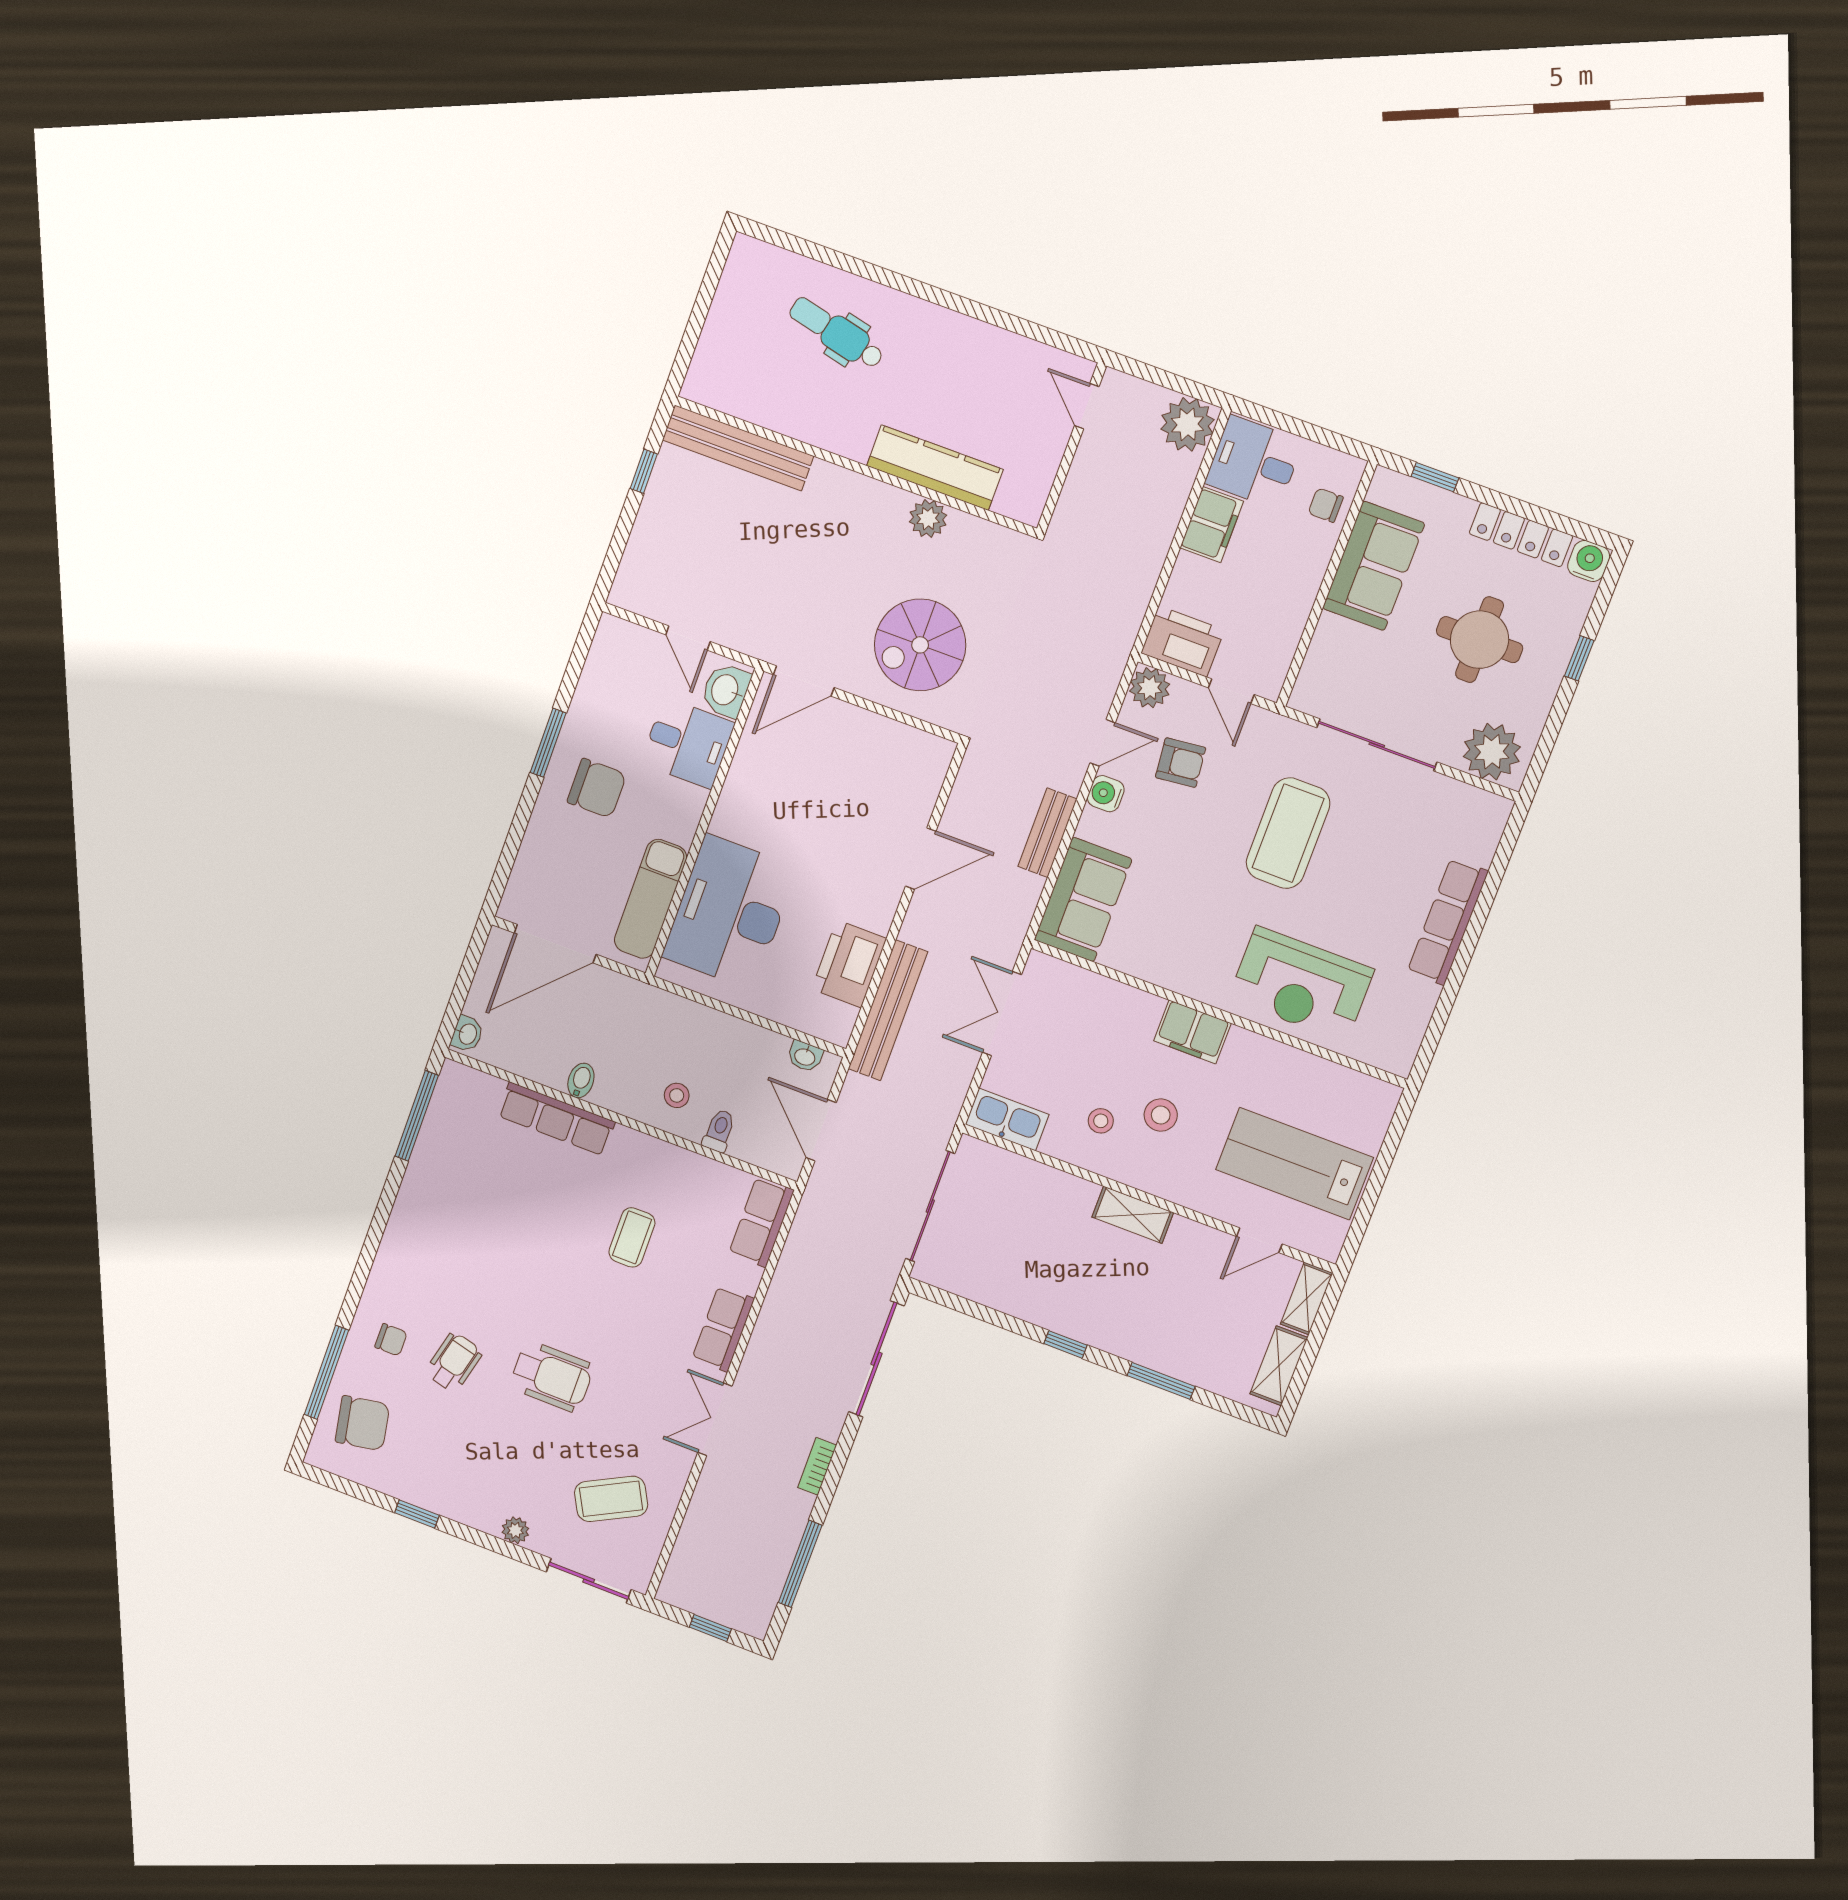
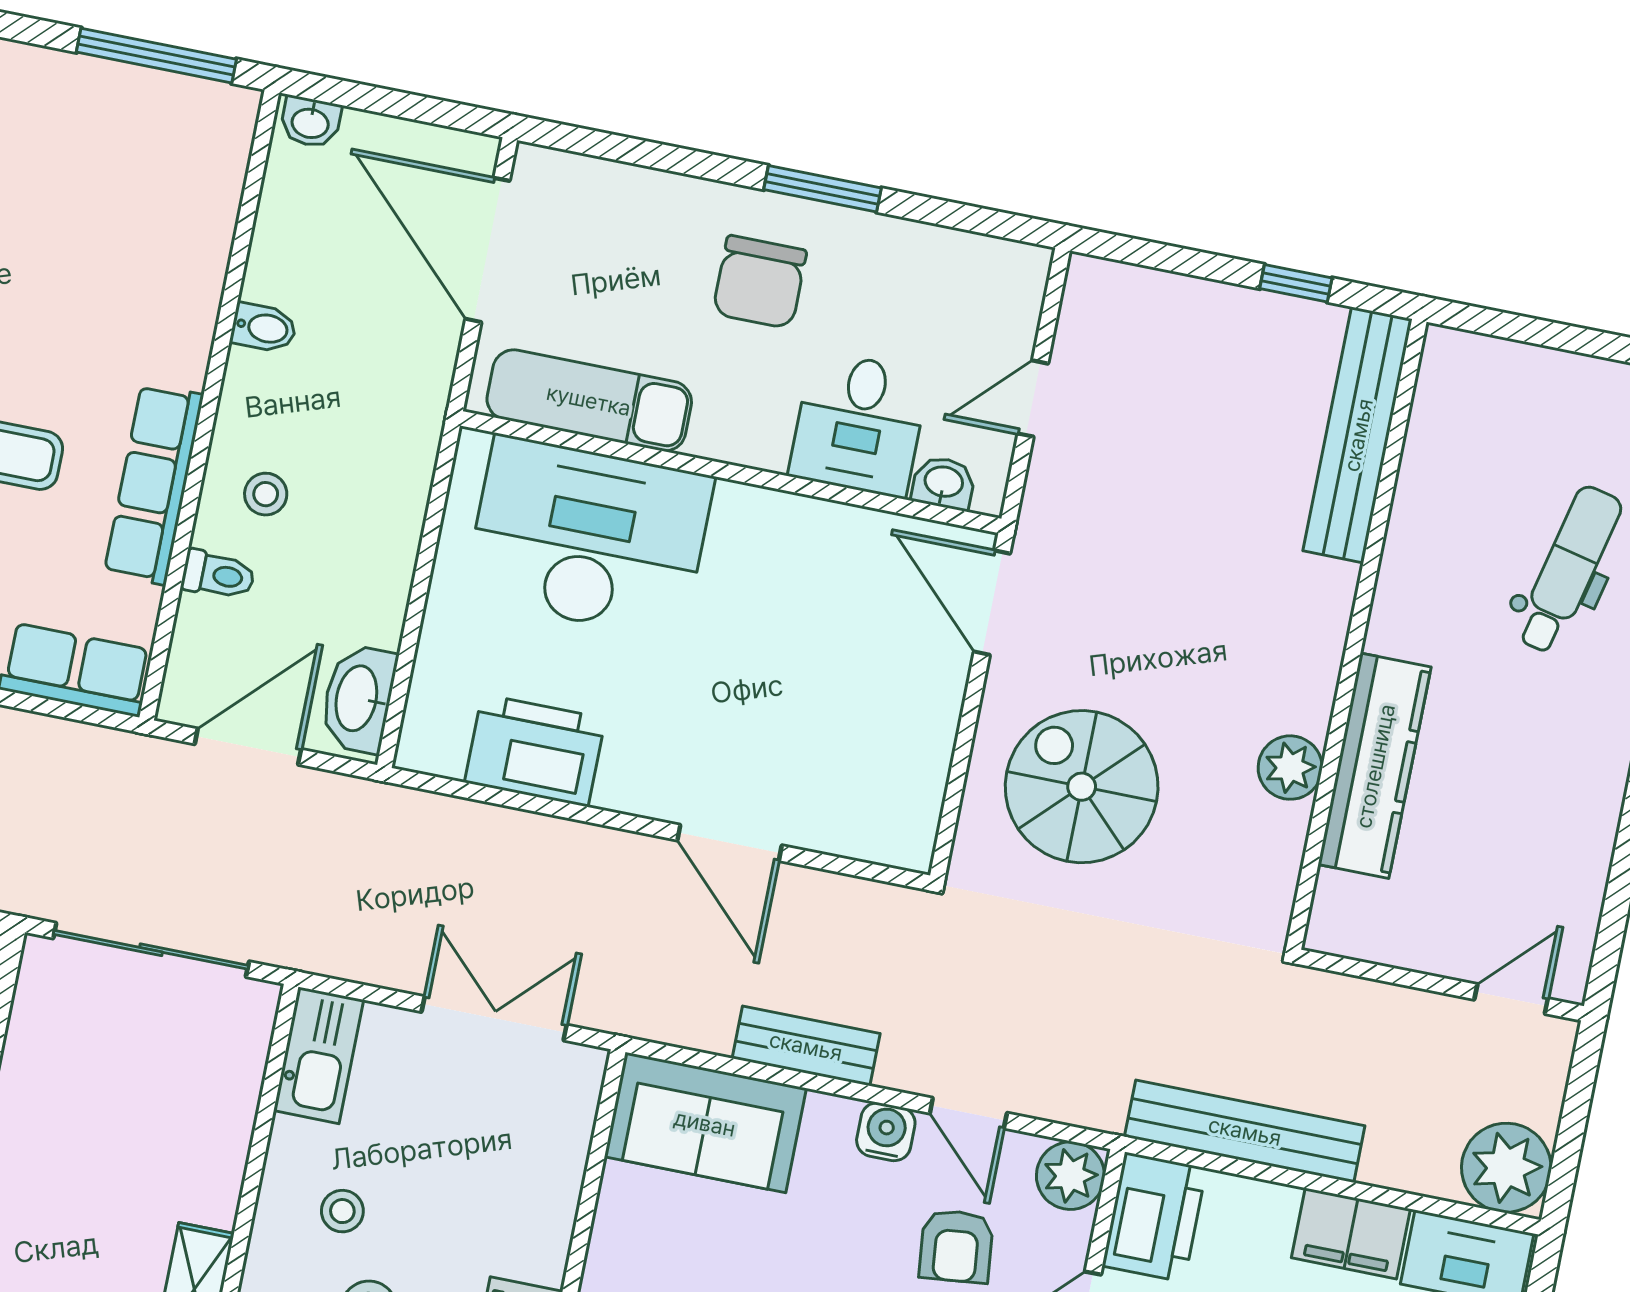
washbasin: (726, 690) -> (944, 483), width x0.72, depth x0.69
bench: (888, 1010) -> (1245, 1131), moved
washbasin: (805, 1056) -> (358, 699), width x1.91, depth x1.45
row of seats: (556, 1119) -> (154, 484), moved

